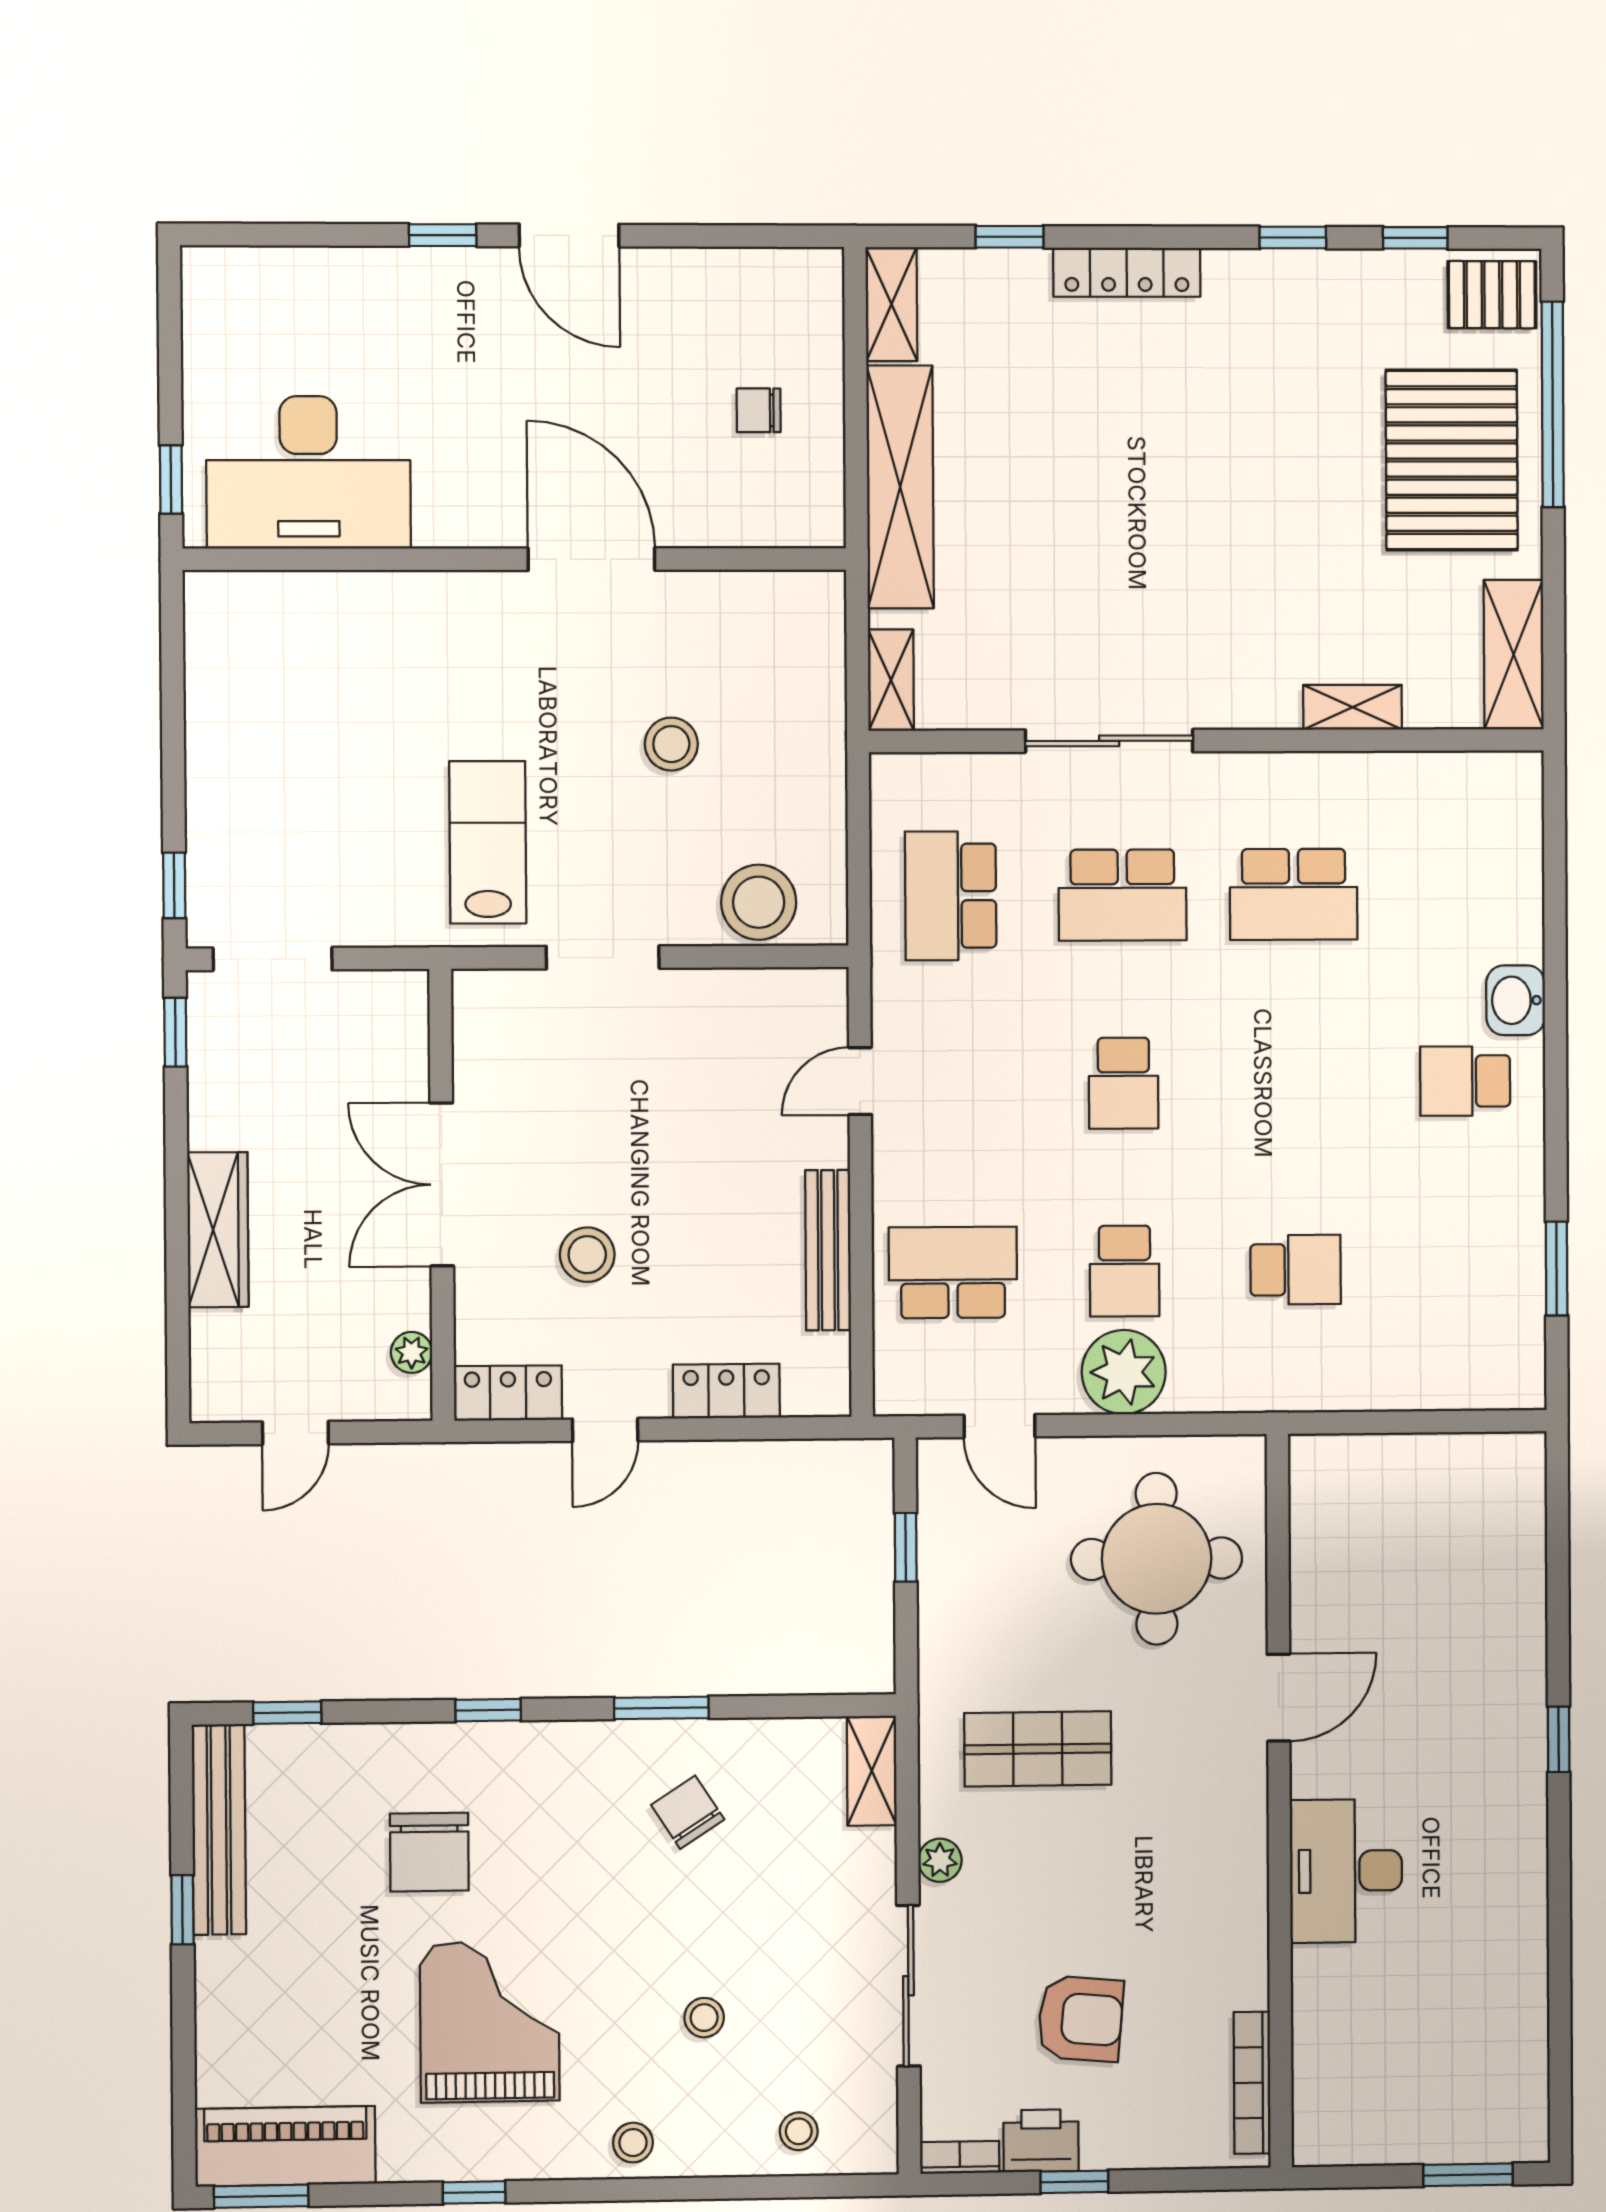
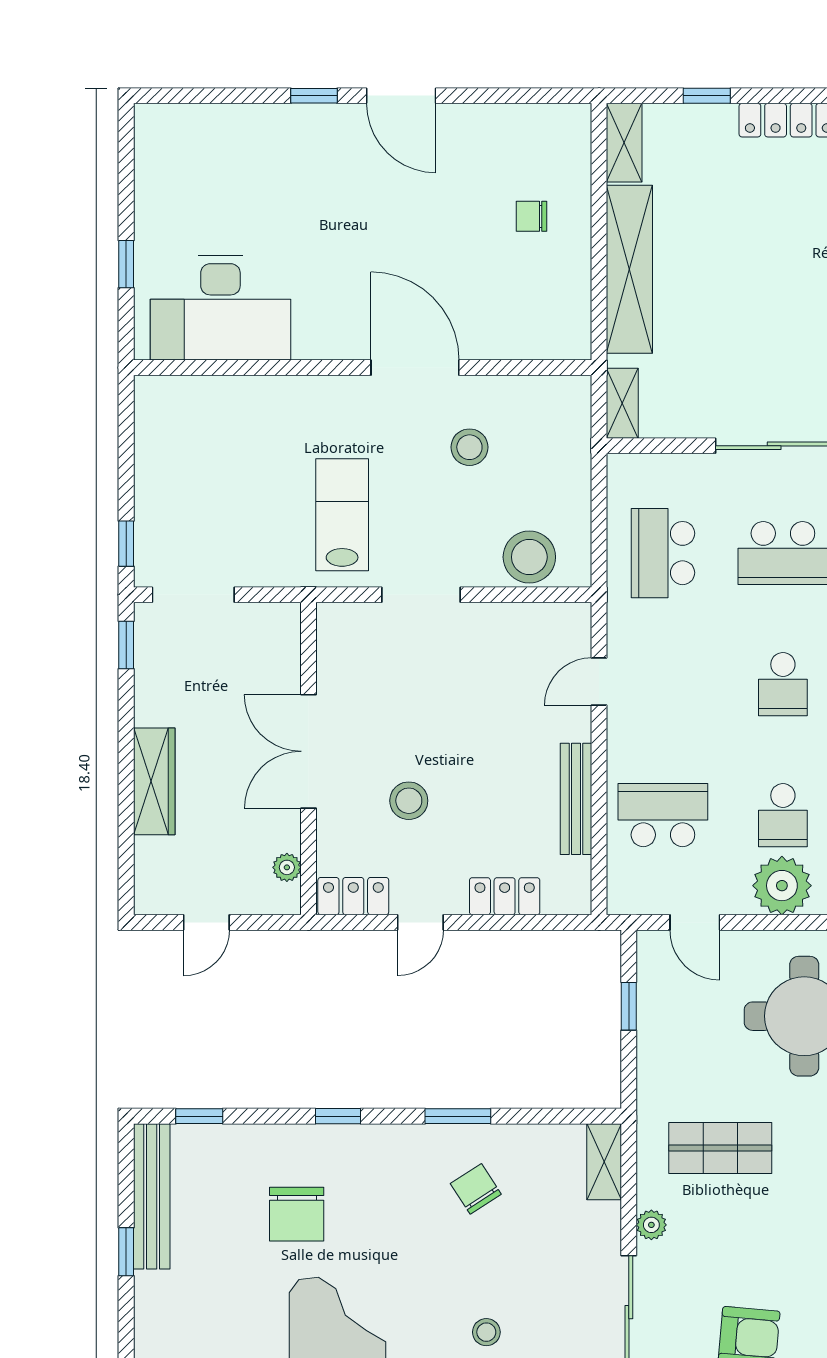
desk: (308, 472) -> (220, 308), moved
wall: (515, 559) -> (363, 368), moved
door: (591, 559) -> (415, 368), moved

